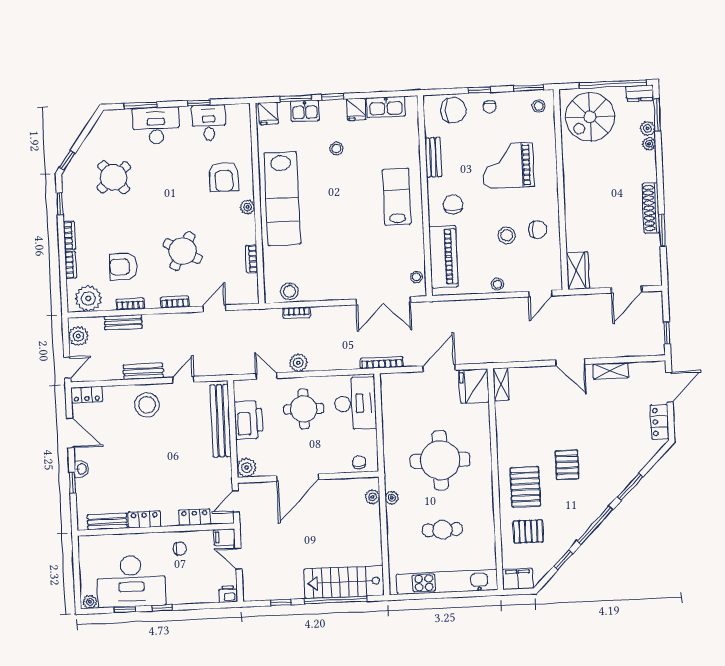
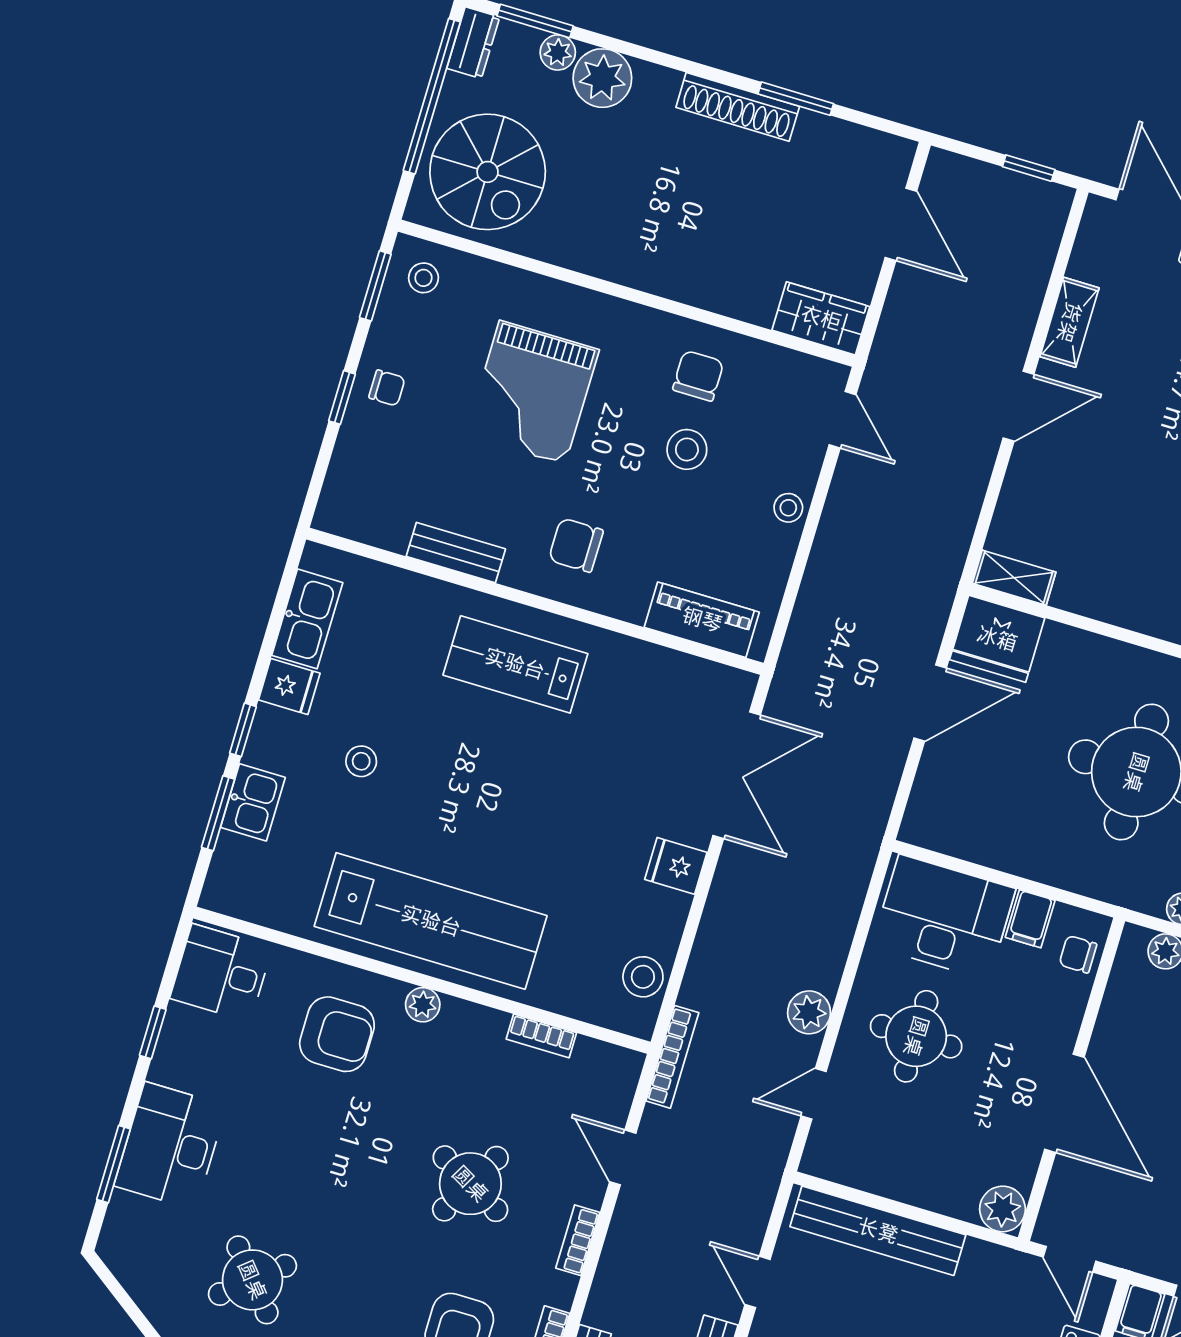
chair: (453, 110) -> (366, 471), removed
fridge: (268, 113) -> (676, 866), moved, turned 180
desk: (209, 123) -> (221, 973), moved
plant: (649, 144) -> (602, 78), width x1.88, depth x1.88
piano: (444, 257) -> (702, 620), width x0.73, depth x0.75
stool: (416, 277) -> (710, 683), removed
bookcase: (297, 313) -> (672, 1057), moved, width x1.56
bookcase: (382, 363) -> (873, 827), removed
door: (439, 368) -> (930, 703), swing flipped
printer: (248, 420) -> (898, 1168), removed
filing cabinet: (367, 438) -> (1030, 919), added

